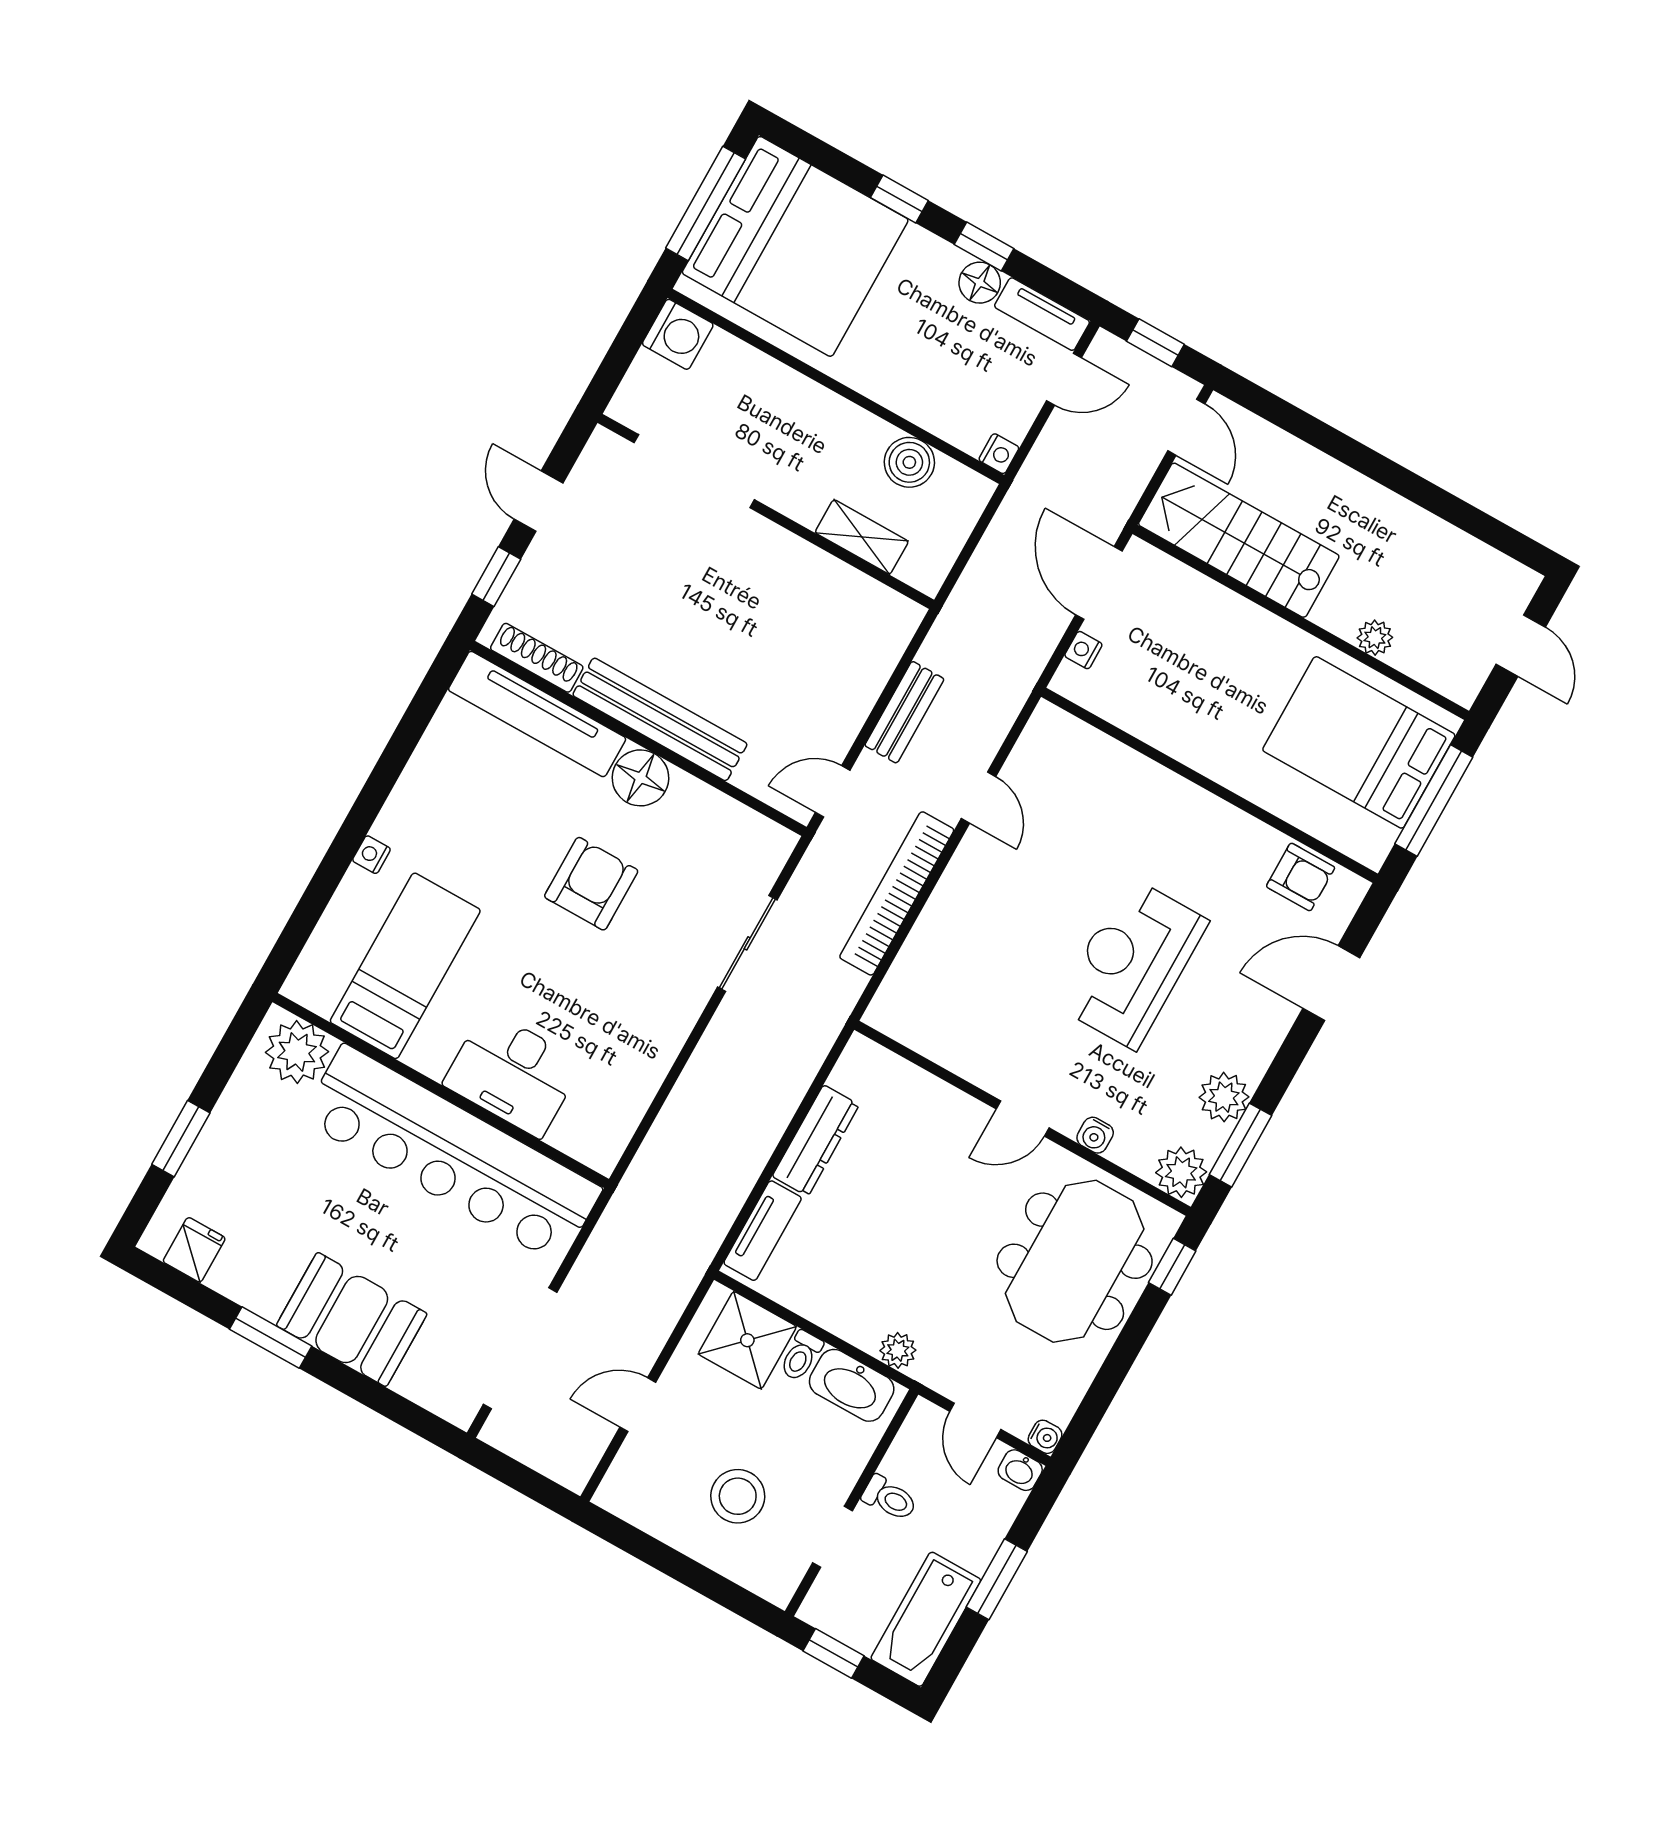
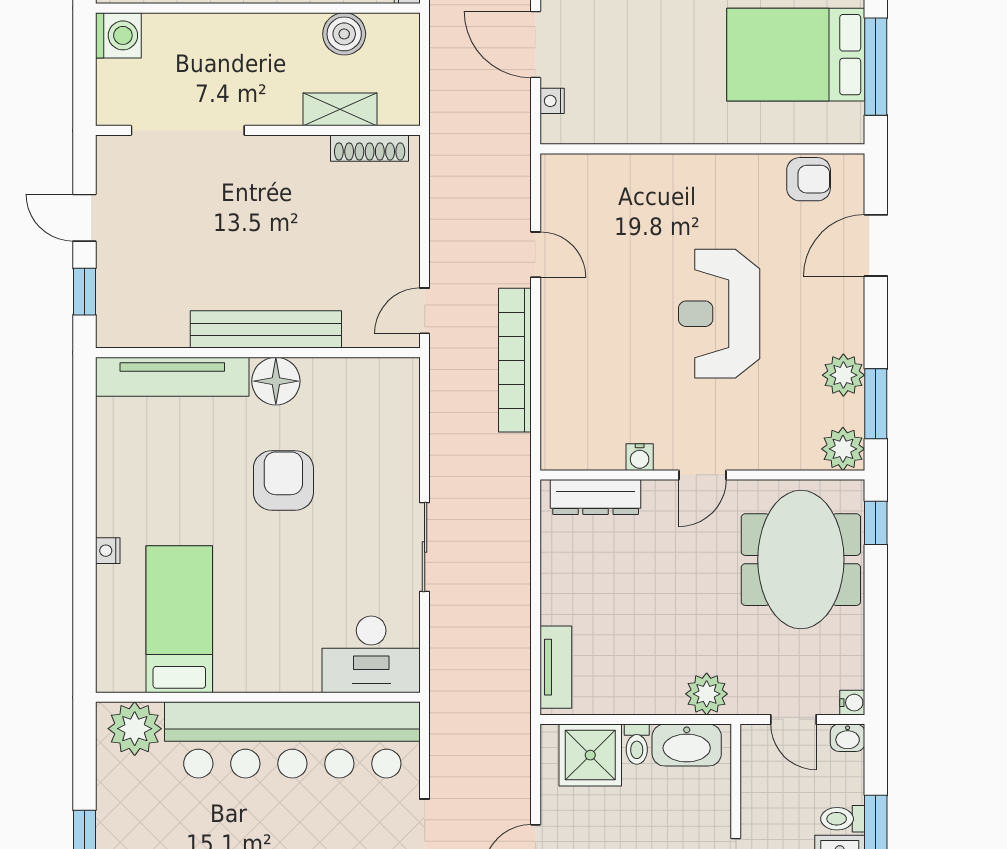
shoe rack: (537, 658) -> (370, 148), moved, turned 180
bench: (904, 712) -> (445, 222), removed
sliding door: (747, 943) -> (425, 547), moved
desk: (513, 1073) -> (371, 654), moved
water cooler: (1095, 1135) -> (640, 457), moved
dresser: (816, 1141) -> (596, 497), moved, turned 90
plant: (898, 1350) -> (707, 694), width x1.38, depth x1.38
toilet: (890, 1498) -> (843, 819), moved, turned 180

